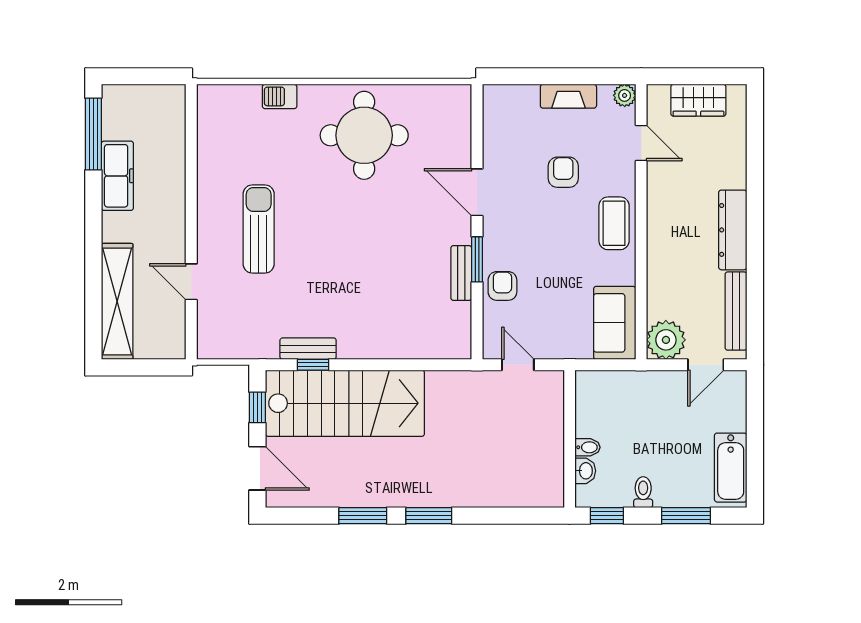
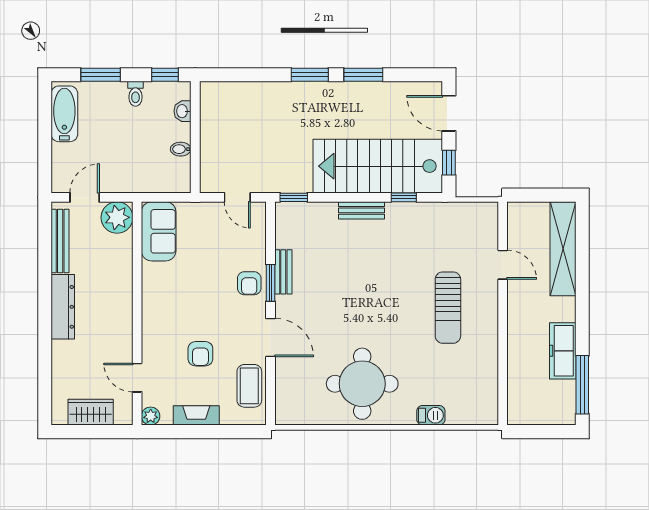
coffee table: (614, 223) -> (249, 386), moved
armchair: (502, 286) -> (249, 283), moved
bench: (308, 349) -> (362, 210), moved
window: (448, 365) -> (294, 197), added
bidet: (588, 447) -> (181, 149), moved

